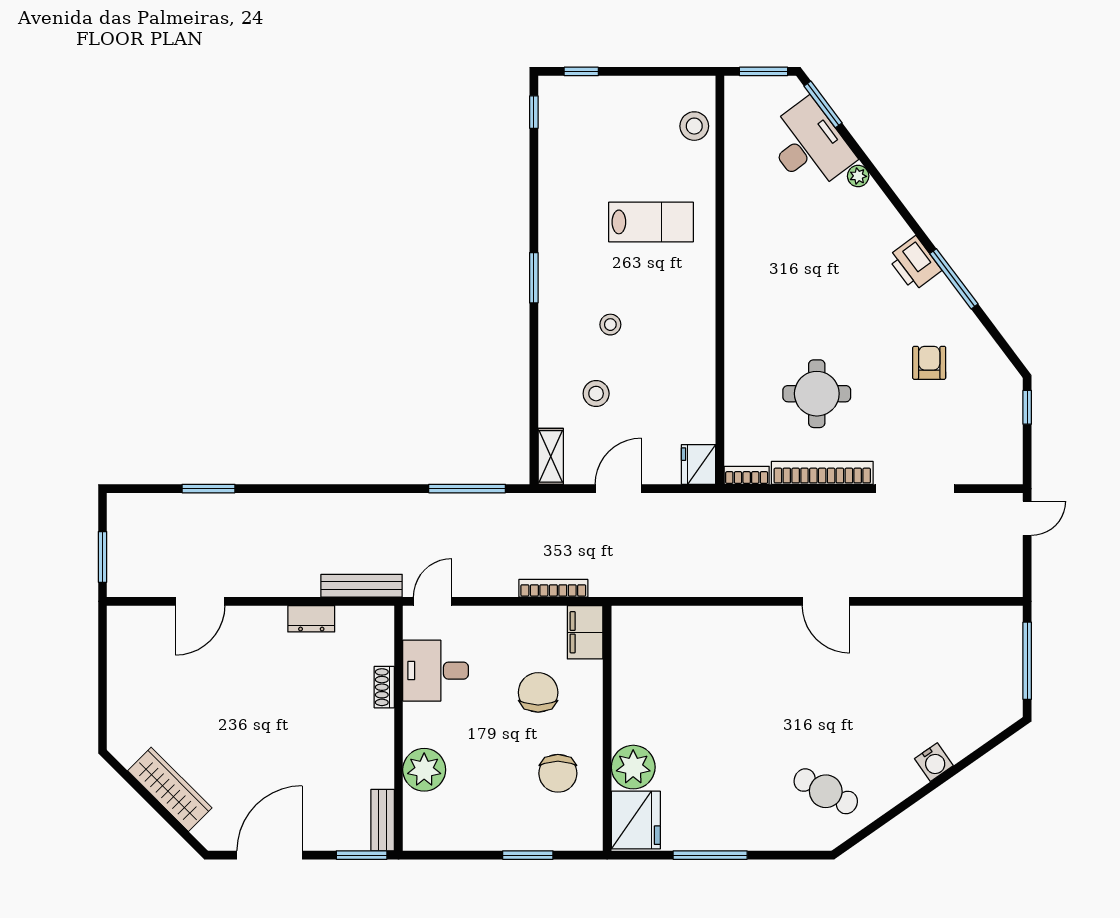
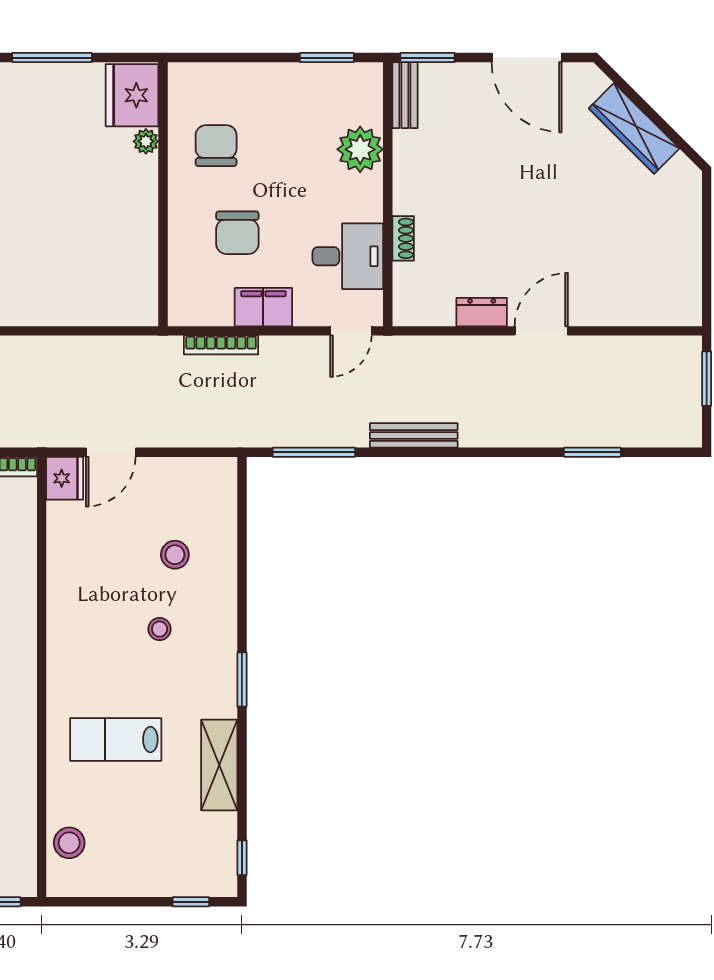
shelving: (551, 456) -> (219, 765), moved, width x1.50, depth x1.33
door: (618, 489) -> (111, 452), moved
bench: (362, 586) -> (414, 435), moved
door: (200, 601) -> (541, 331), moved
filing cabinet: (585, 632) -> (263, 307), moved, turned -90
plant: (633, 767) -> (146, 141), width x0.53, depth x0.53
door: (270, 855) -> (527, 58), hinge flipped
window: (528, 855) -> (327, 58), moved

